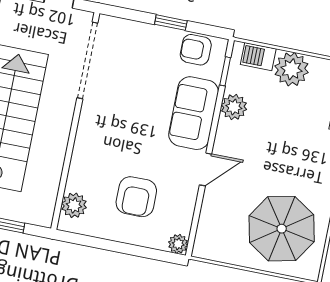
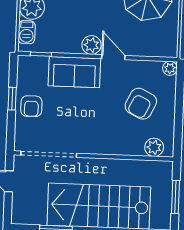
armchair: (196, 50) -> (31, 106), moved
plant: (234, 107) -> (91, 45), moved
armchair: (136, 197) -> (141, 104), turned 116

